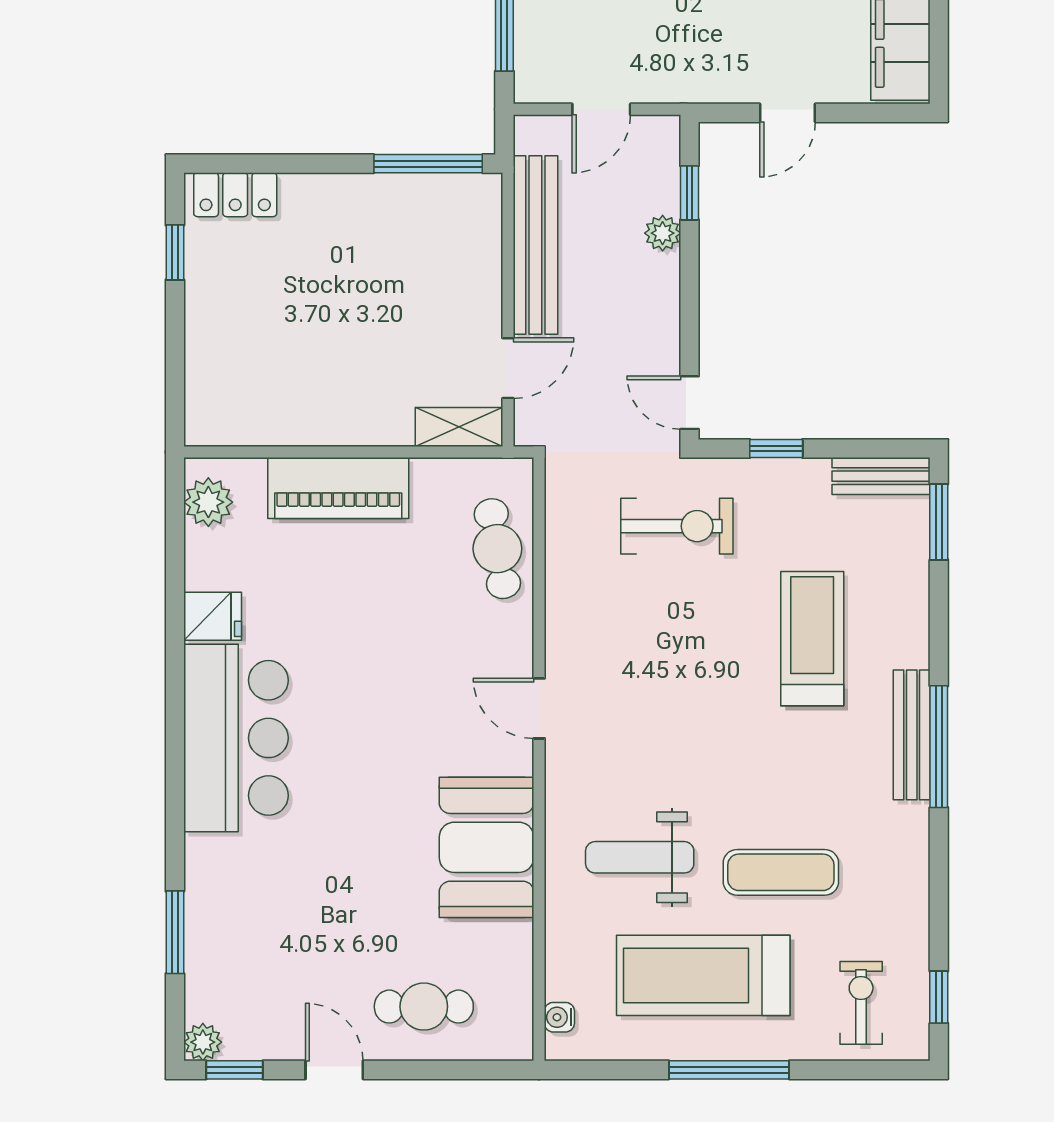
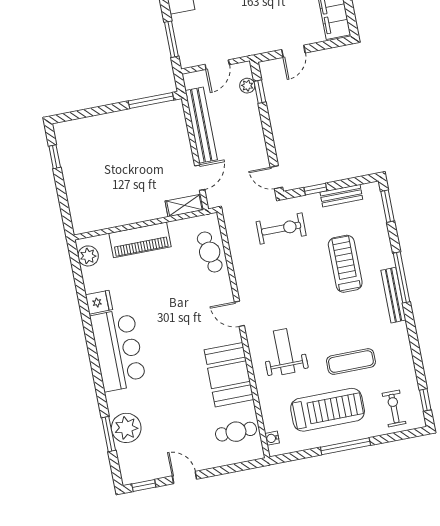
locker: (235, 195) -> (75, 128), removed
plant: (663, 233) -> (247, 86), moved
bench: (881, 476) -> (341, 196), moved
window: (939, 747) -> (401, 277), moved
weight bench: (640, 857) -> (284, 352), moved, turned 90
treadmill: (703, 975) -> (328, 410), turned 180
cafe table: (424, 1007) -> (236, 432), moved
plant: (203, 1042) -> (126, 428), moved, width x1.87, depth x1.87

